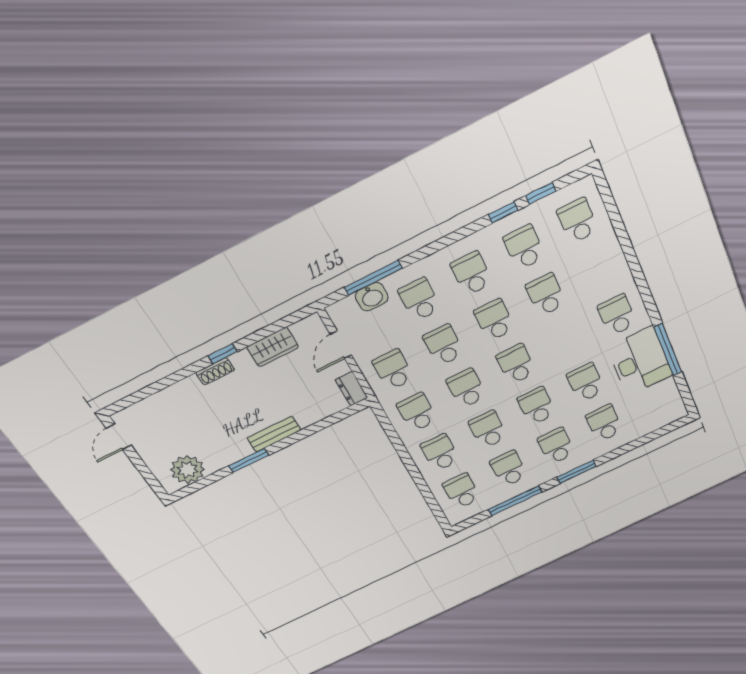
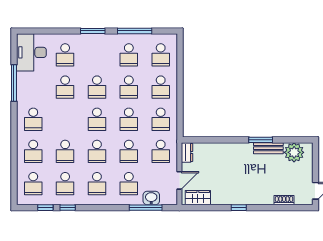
wardrobe: (273, 347) -> (198, 198), moved
desk: (640, 361) -> (31, 52), moved
shoe rack: (215, 371) -> (284, 200), moved
bench: (274, 434) -> (268, 148), moved
school desk: (556, 446) -> (33, 151), moved

